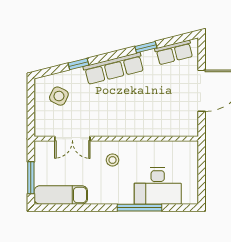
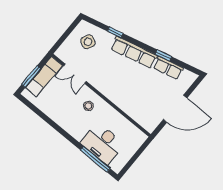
row of seats: (174, 52) -> (168, 68), moved
exam couch: (61, 195) -> (44, 76), moved, turned 90
window: (139, 208) -> (95, 159), moved

